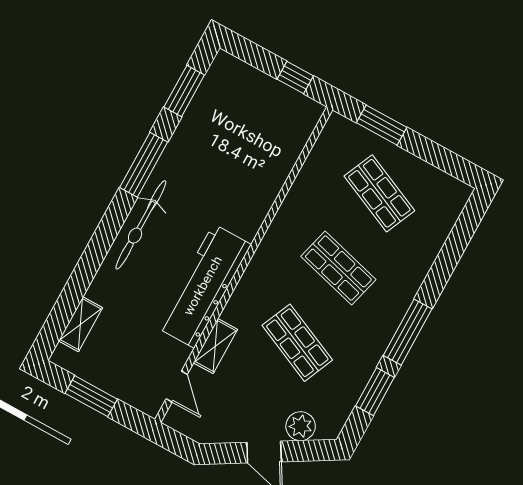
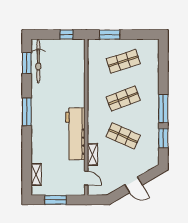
window: (144, 165) -> (27, 112), moved
shop shelf: (379, 193) -> (123, 61), turned -42
bicycle: (141, 225) -> (38, 61), moved
shop shelf: (338, 268) -> (123, 99), turned -36
plant: (301, 426) -> (142, 167), removed

